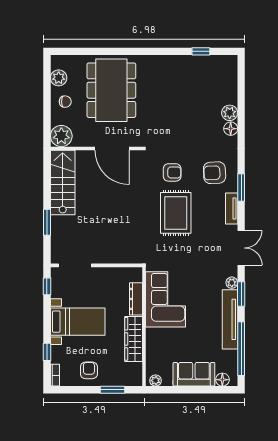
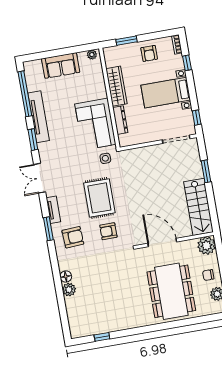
side table: (161, 258) -> (105, 158), added
plant: (232, 283) -> (42, 148), removed
floor lamp: (222, 380) -> (36, 65), removed

